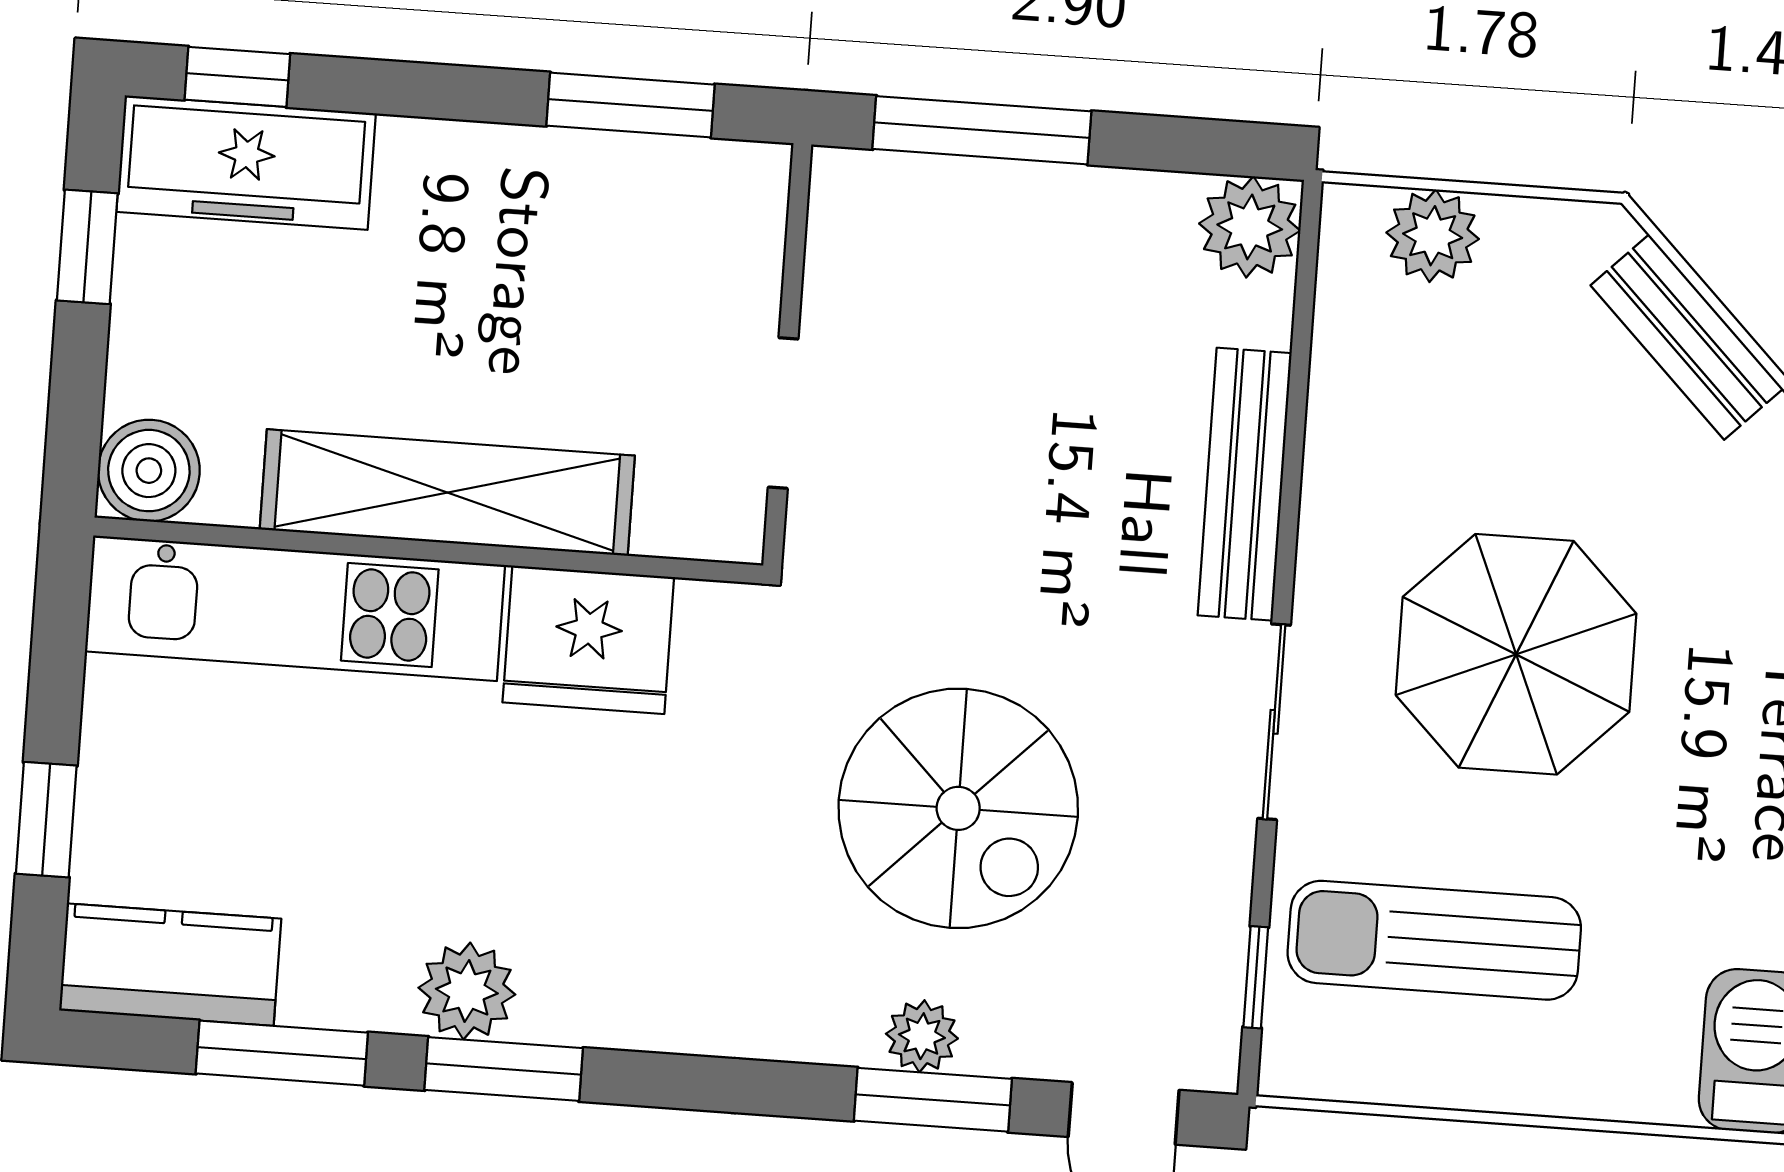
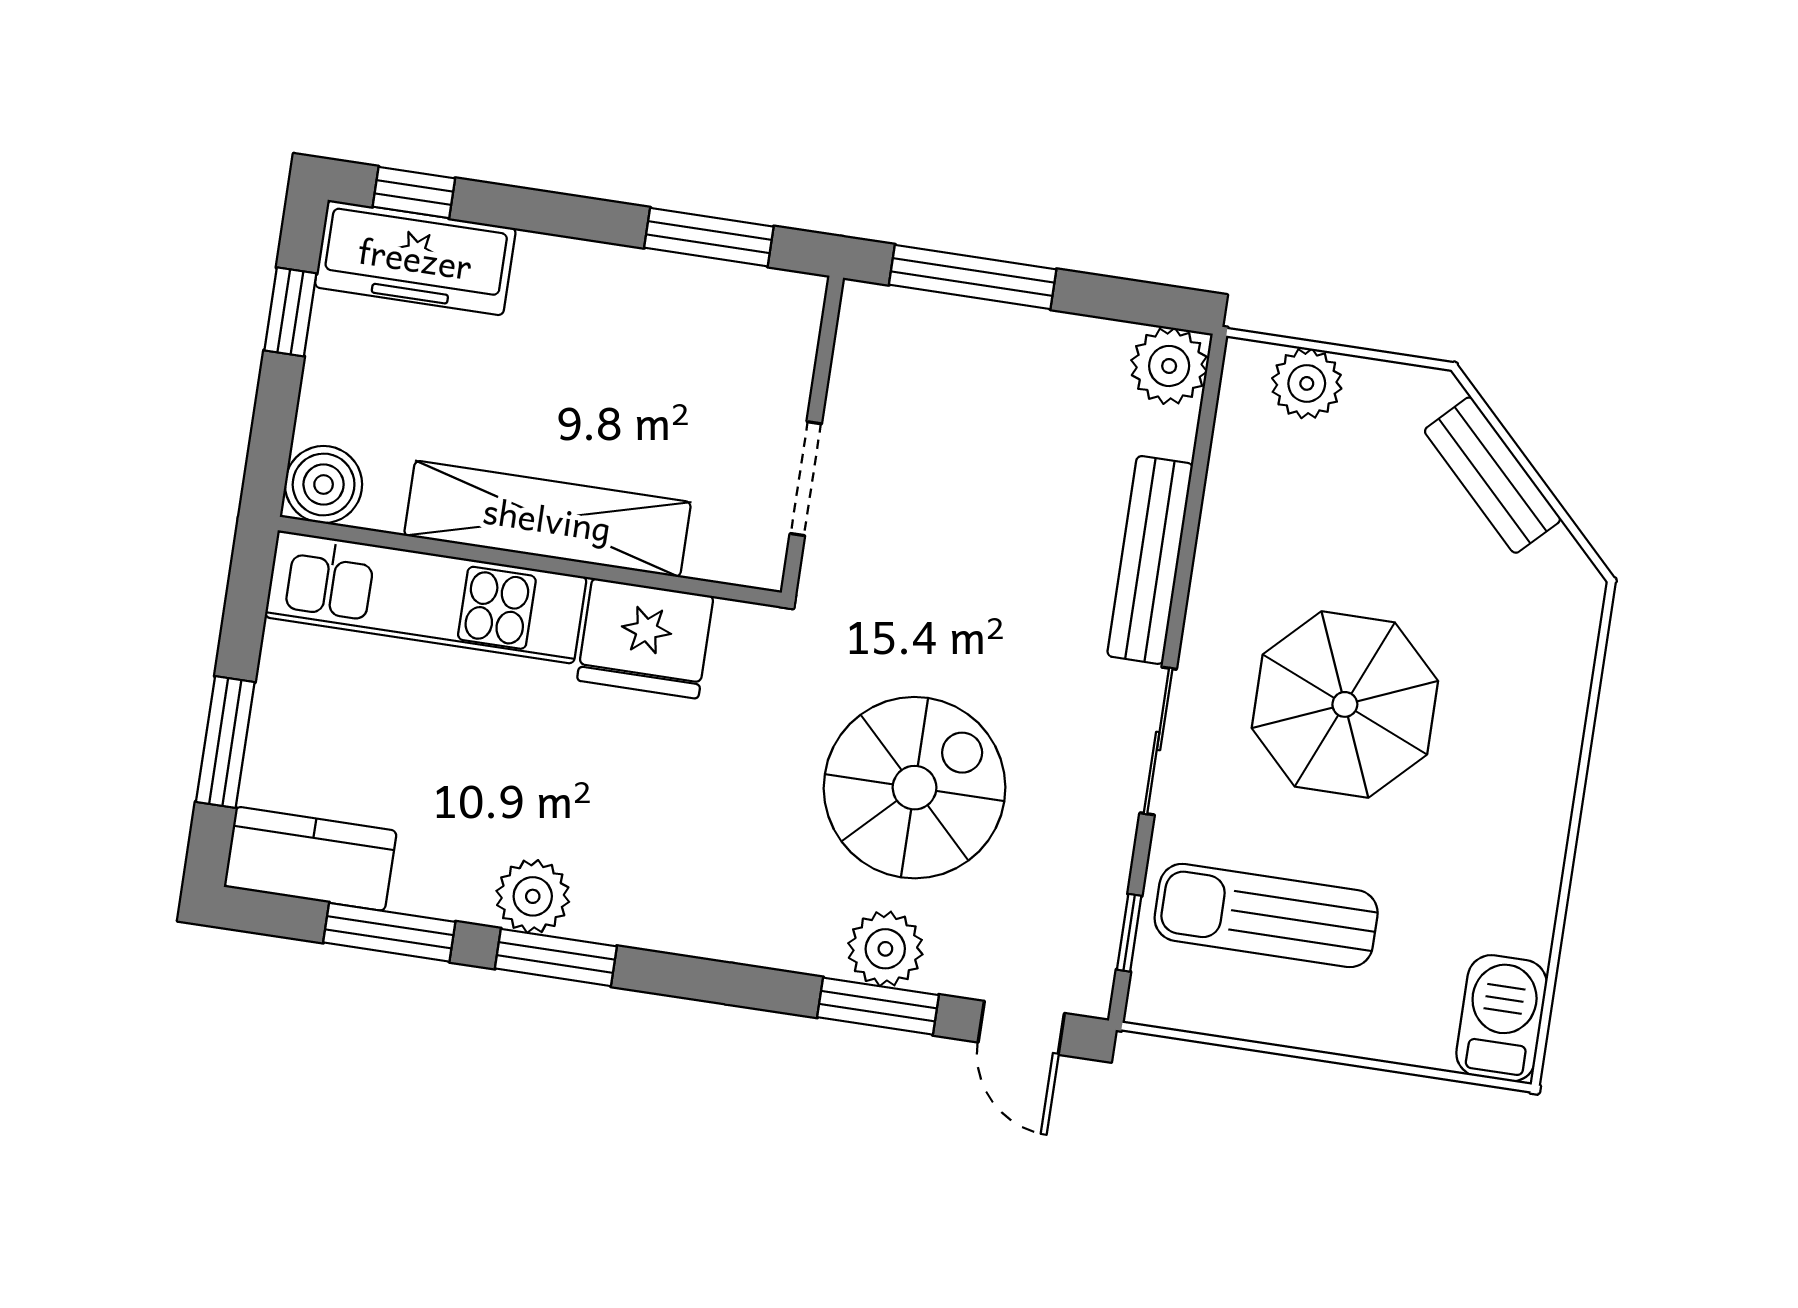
spiral stairs: (958, 808) -> (915, 788), turned -90
window: (46, 820) -> (225, 742), width x1.50
plant: (922, 1036) -> (885, 949), width x1.38, depth x1.38

